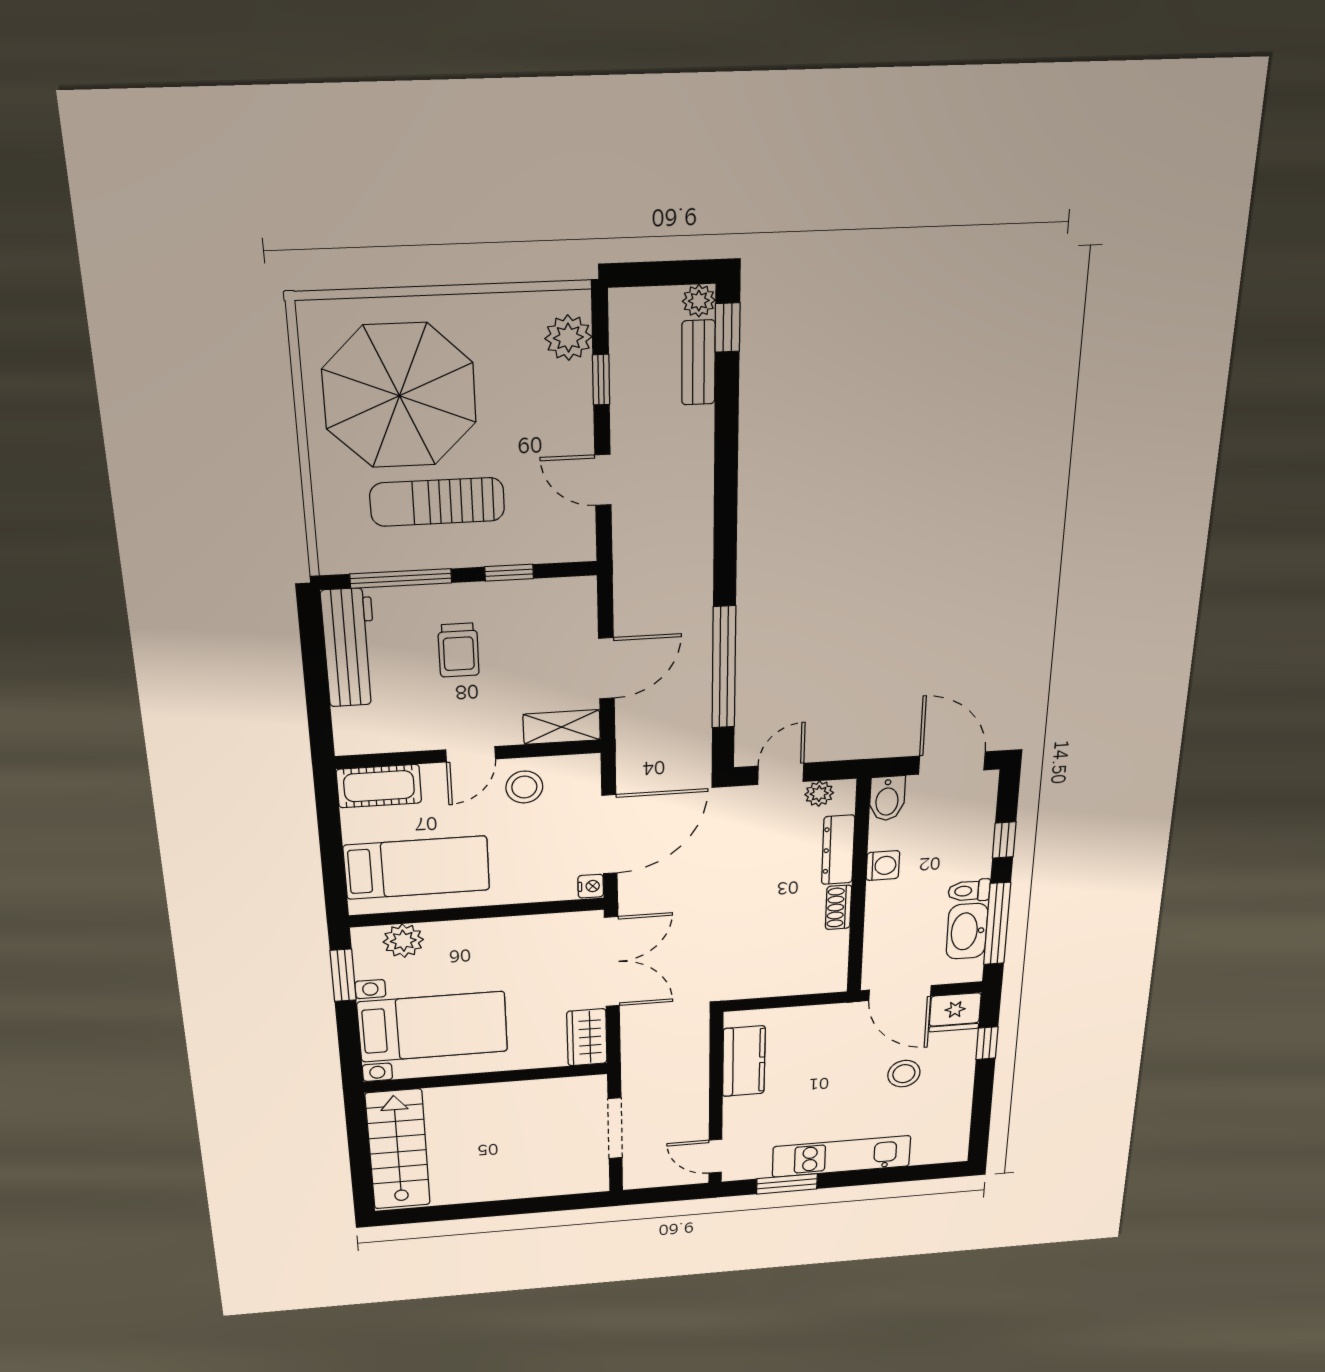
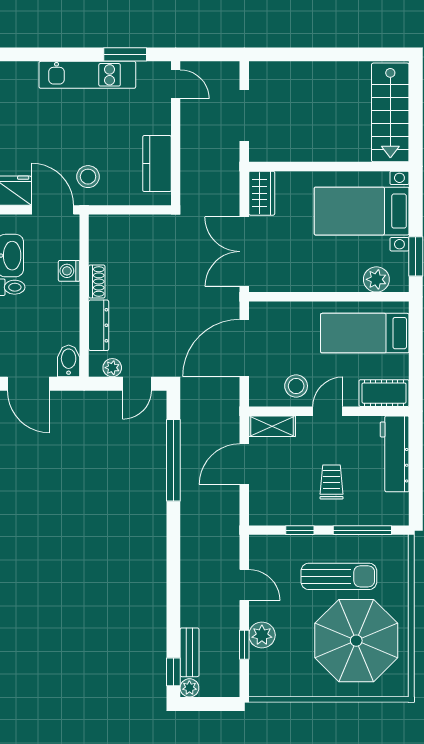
plant: (568, 338) -> (262, 635), moved
workbench: (350, 648) -> (395, 454), moved
washing machine: (883, 866) -> (69, 271), moved
nightstand: (591, 886) -> (257, 311), removed
stool: (904, 1074) -> (88, 177), moved

